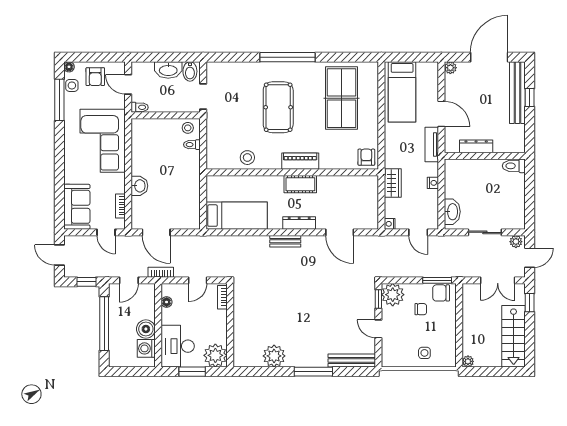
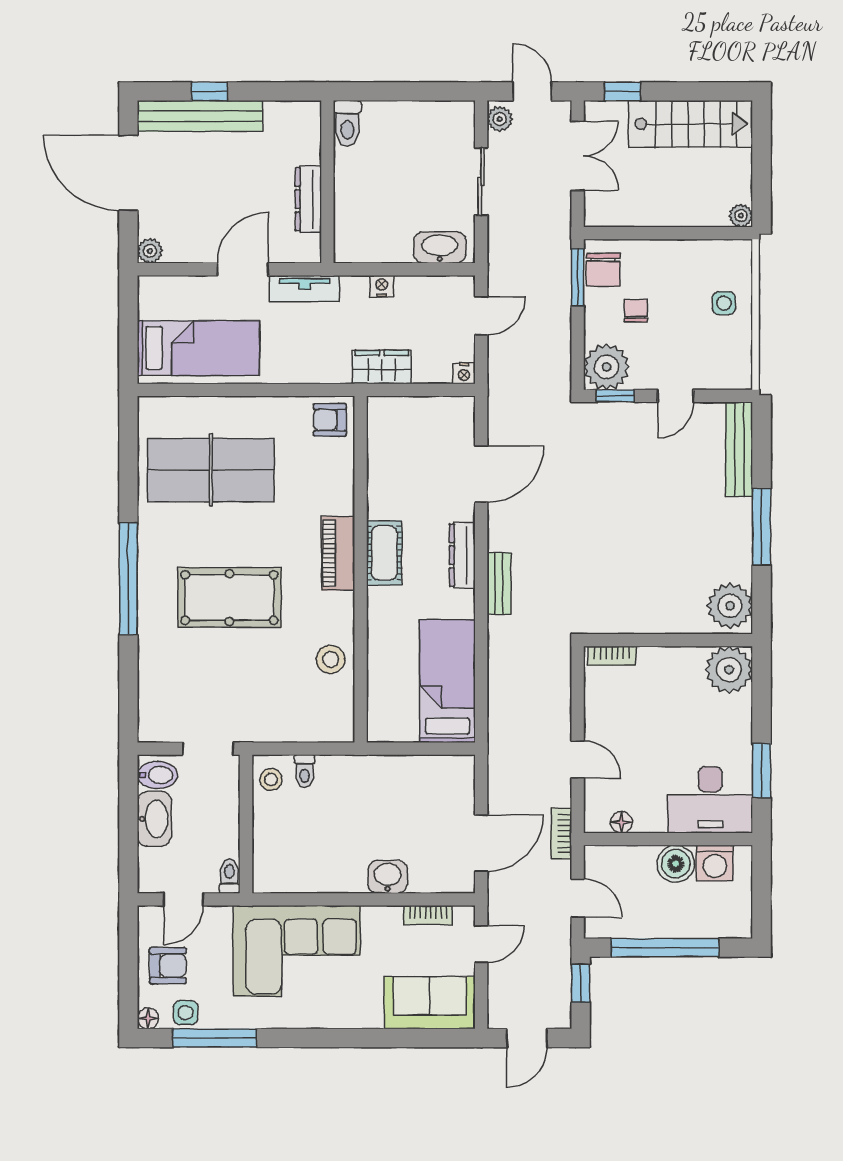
bookcase: (222, 297) -> (612, 656), moved
wall: (230, 325) -> (668, 640), moved
plant: (215, 355) -> (729, 670), moved

